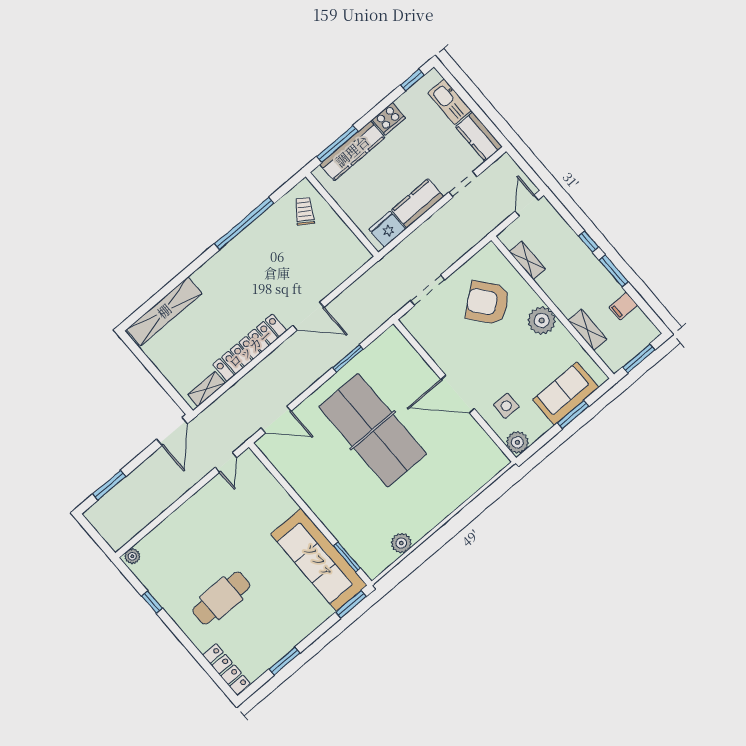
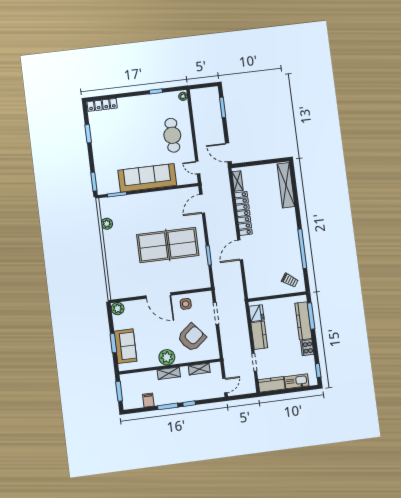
door: (527, 206) -> (225, 386), hinge flipped
shelving: (587, 330) -> (169, 373), moved
door: (458, 394) -> (158, 295), swing flipped
side table: (506, 406) -> (186, 304), moved
sofa: (319, 560) -> (147, 178), moved
cafe table: (221, 598) -> (172, 135), moved

